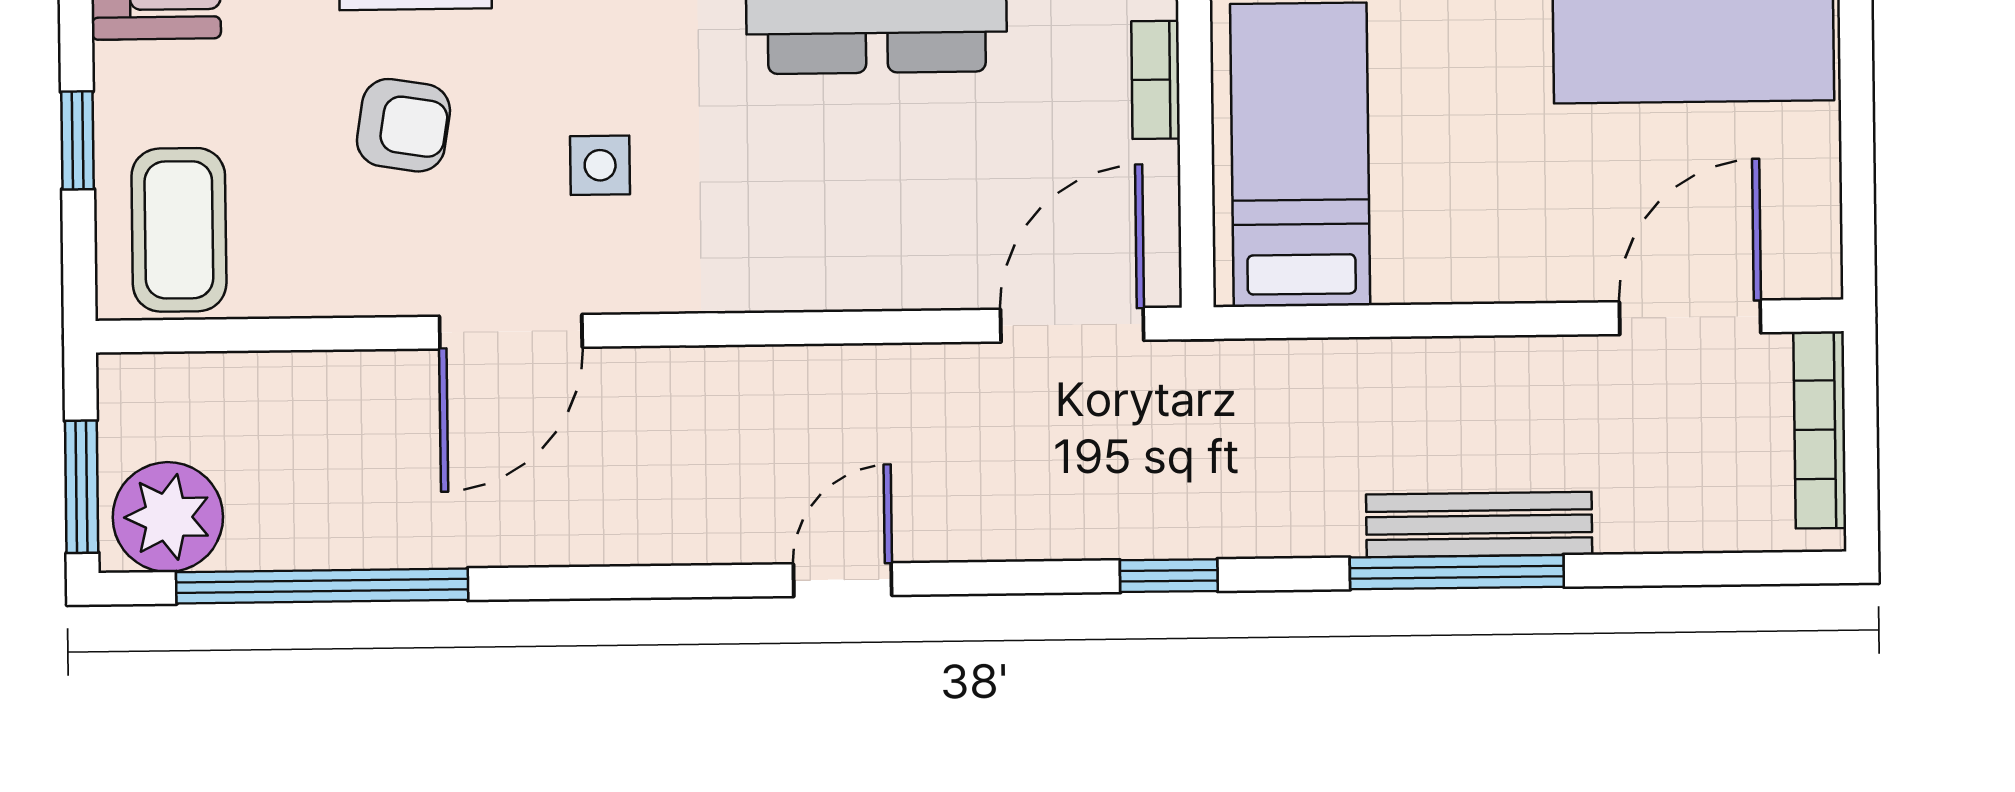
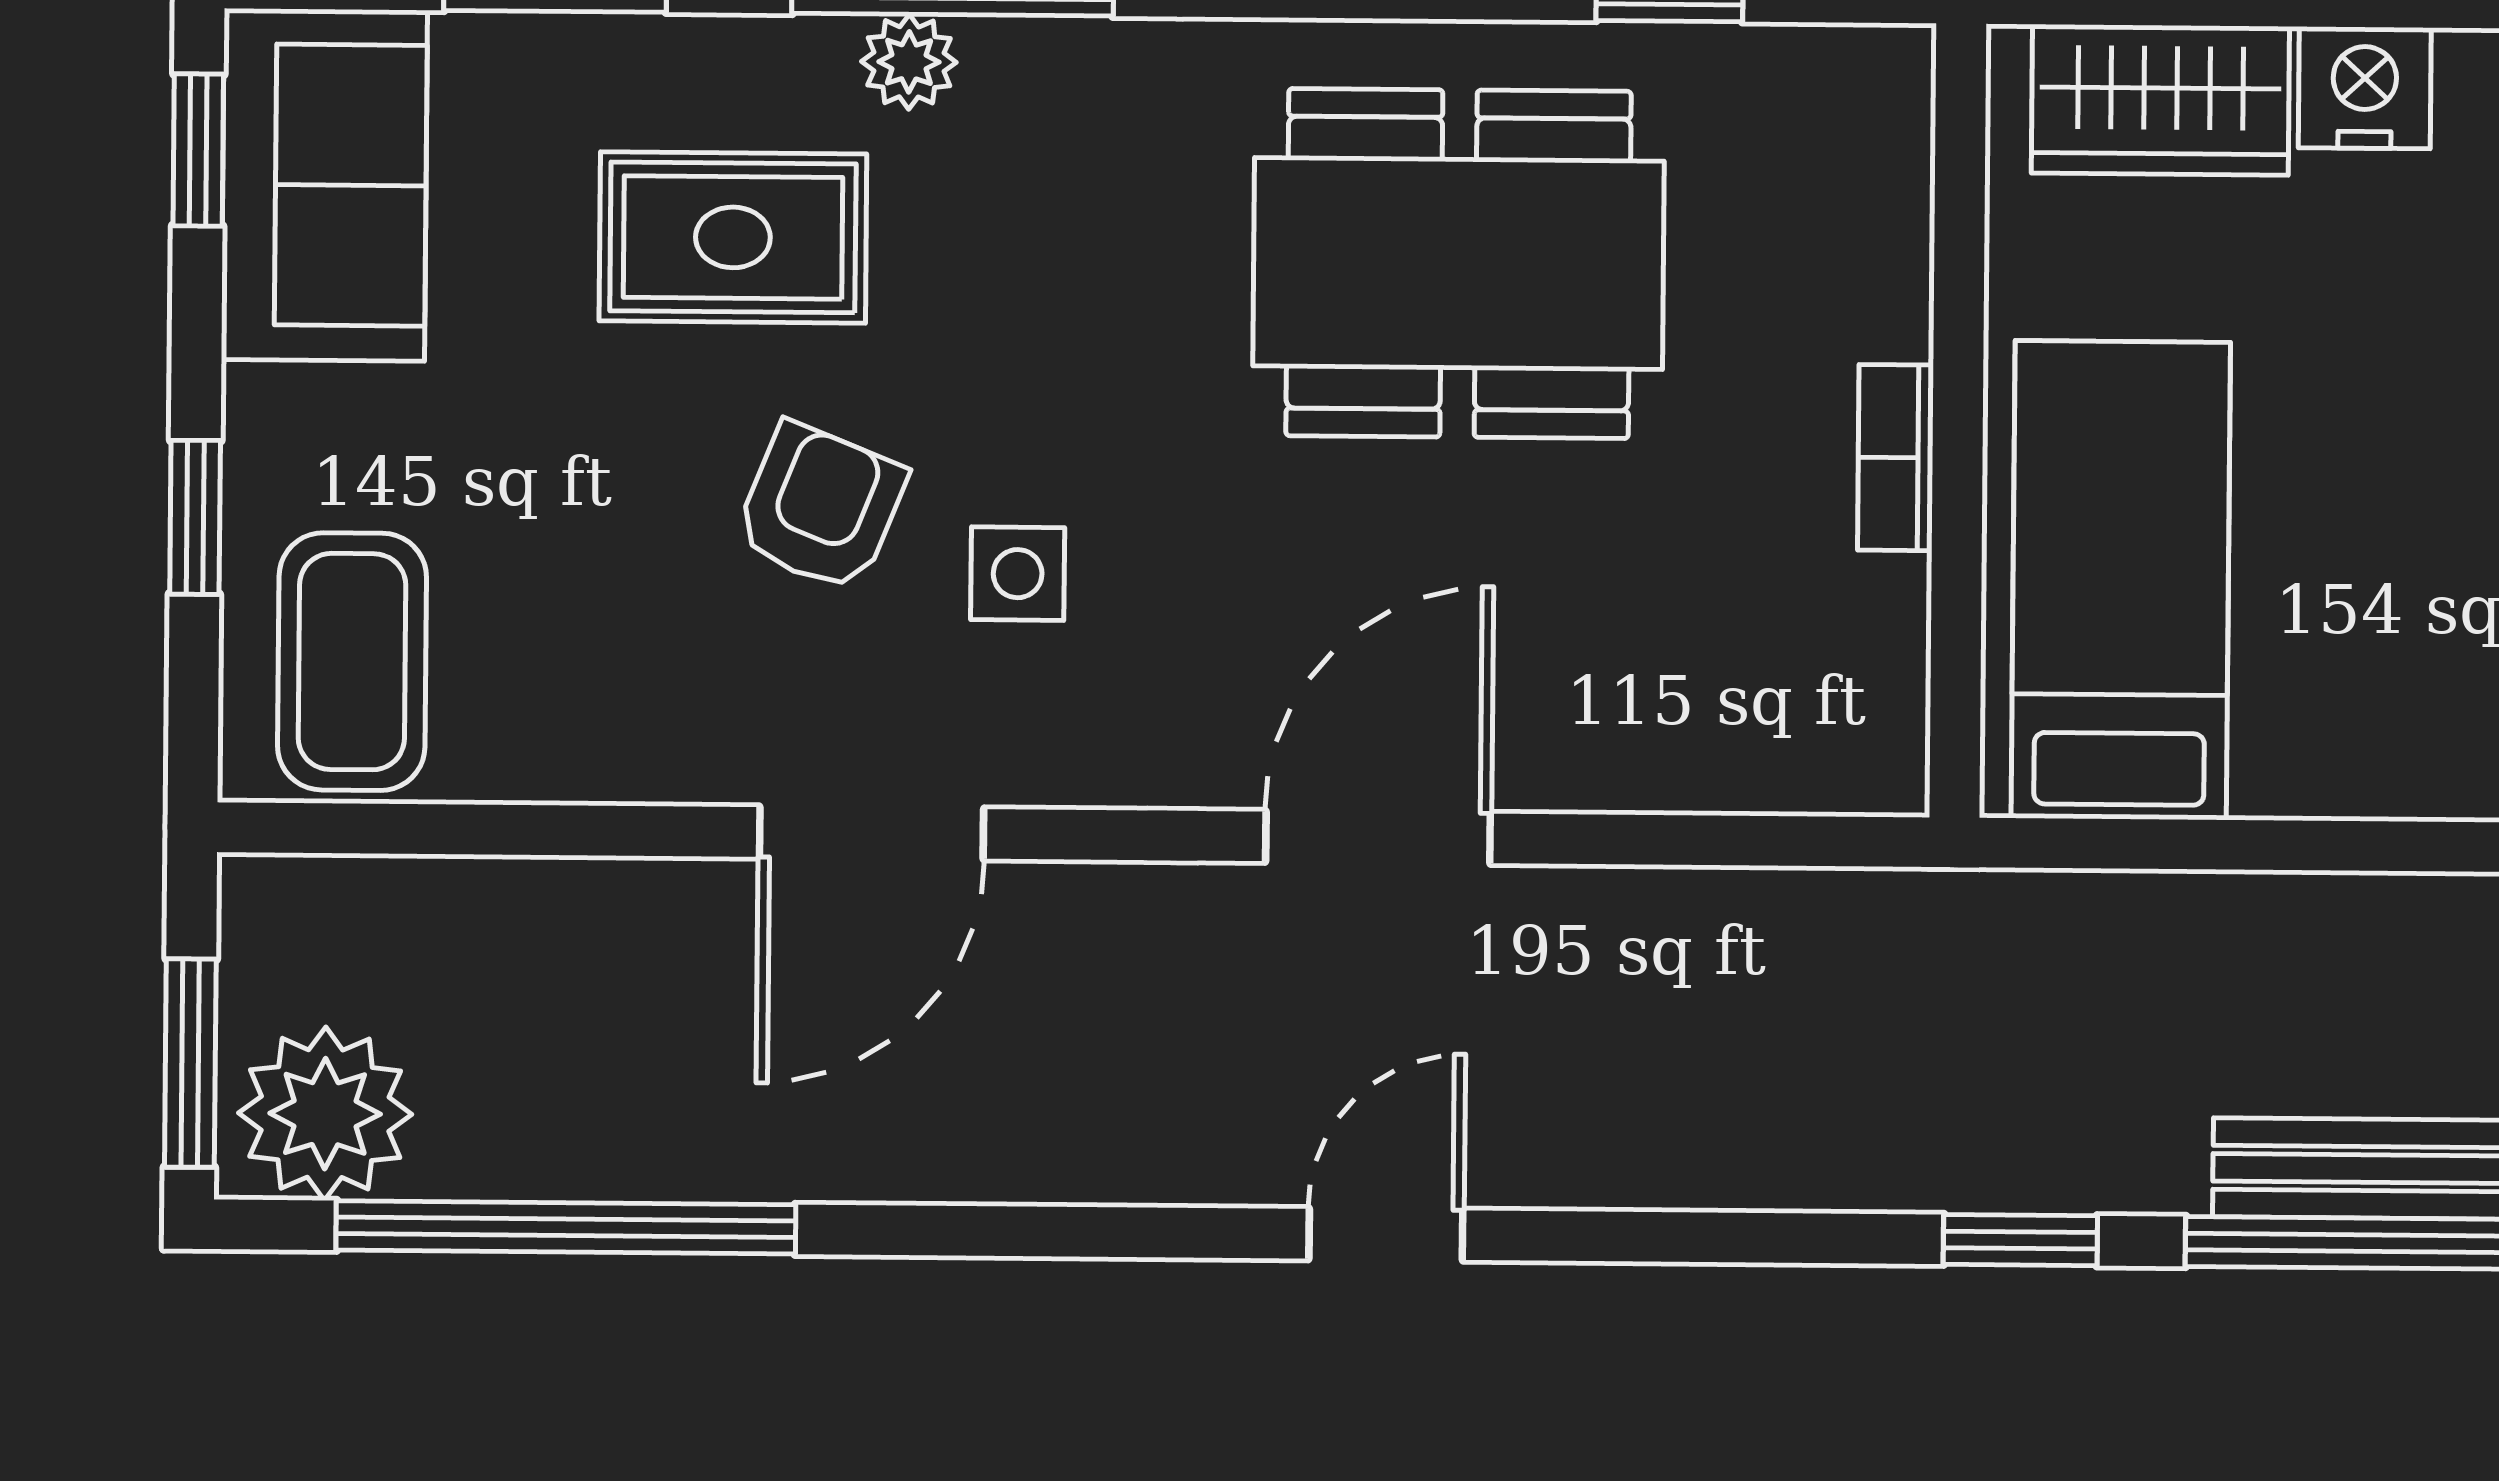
armchair: (403, 125) -> (820, 507), moved, turned -77
door: (1072, 325) -> (1378, 837), moved
window: (1169, 576) -> (2020, 1240), moved

